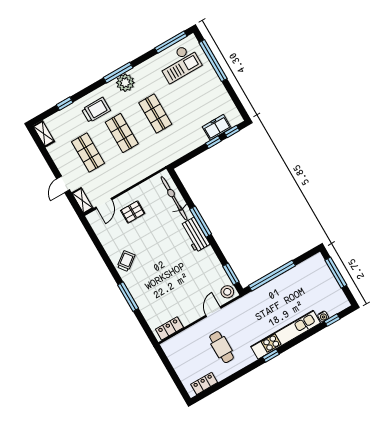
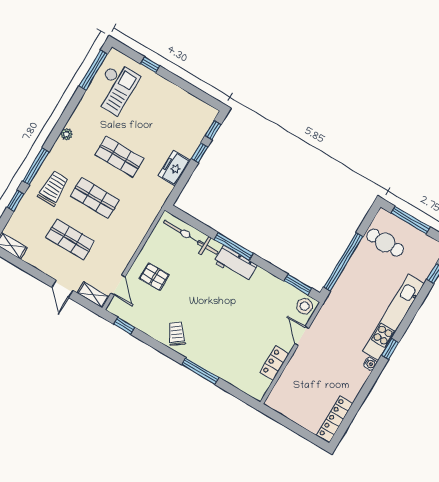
window: (213, 61) -> (150, 65), width x0.32
window: (118, 73) -> (36, 166), moved
plant: (125, 83) -> (67, 134), width x0.53, depth x0.53
freezer: (217, 127) -> (174, 168), moved
pallet: (133, 212) -> (154, 277), turned 90
window: (92, 235) -> (124, 326), added
water cooler: (323, 316) -> (370, 364), moved
locker: (169, 328) -> (275, 363), moved
cafe table: (222, 347) -> (385, 242), moved
locker: (204, 383) -> (335, 419), width x1.53

